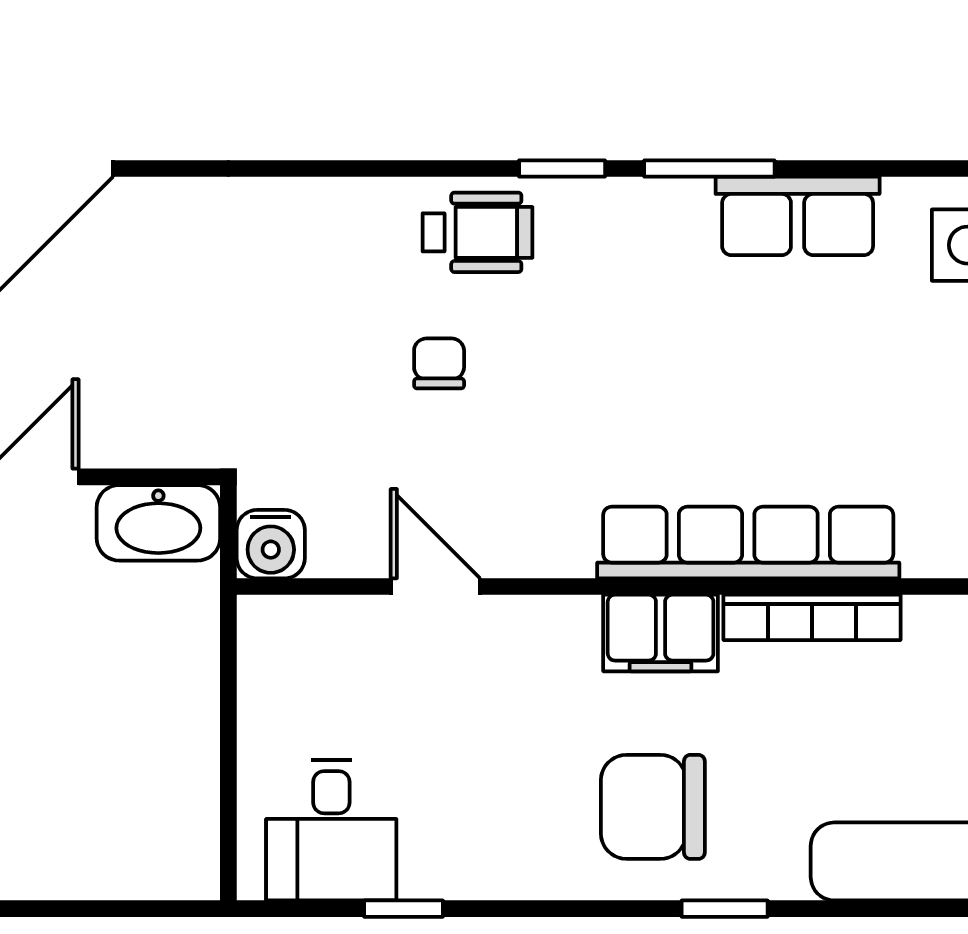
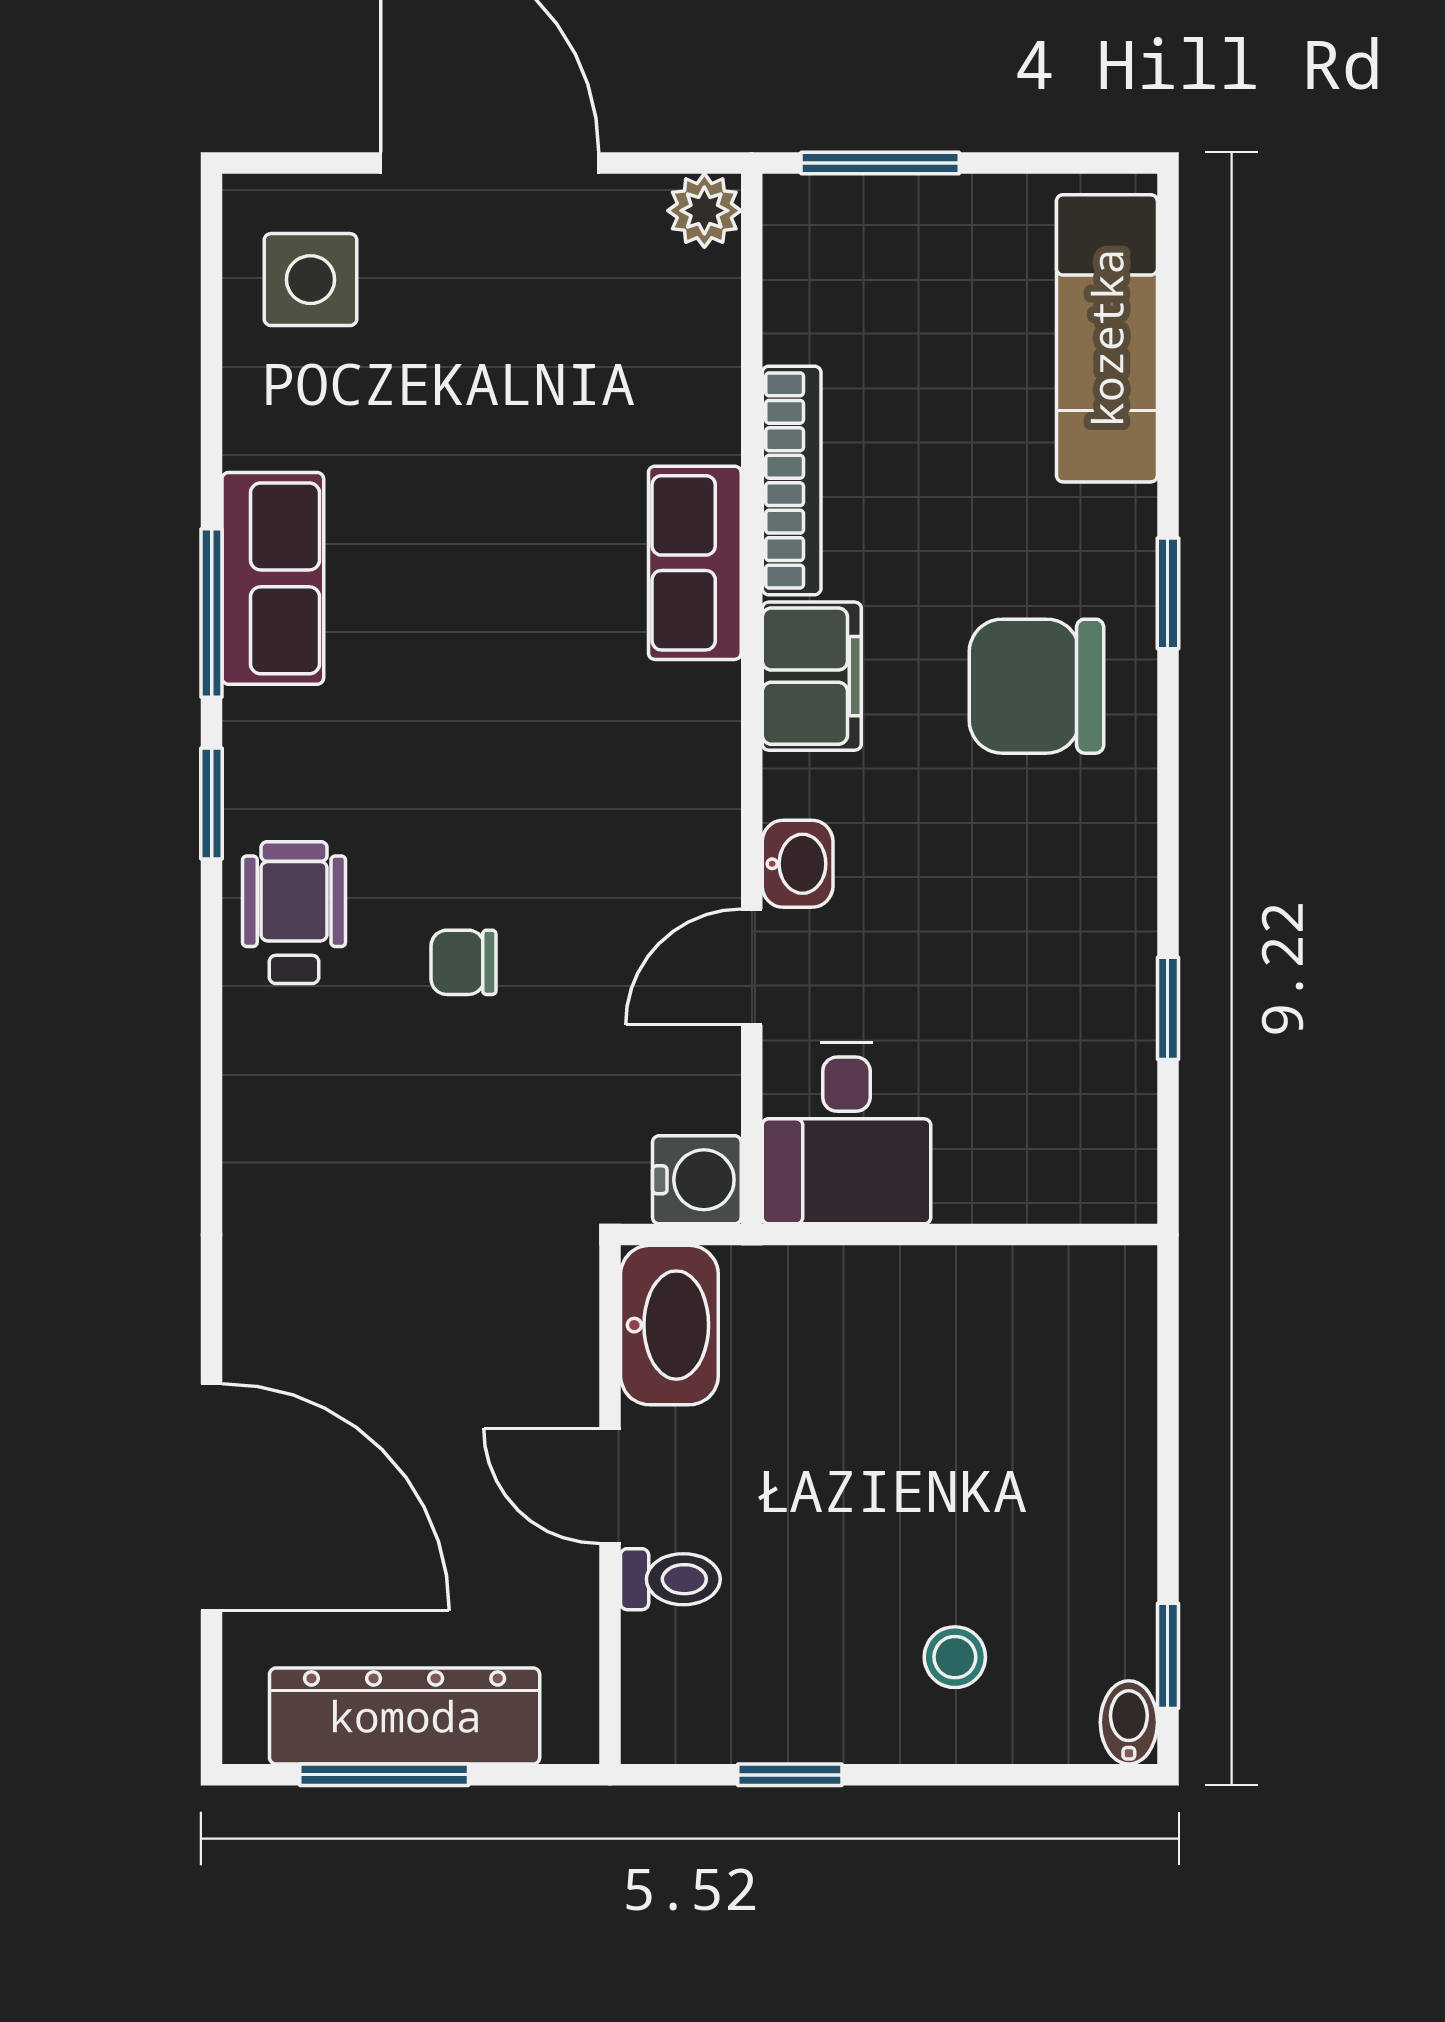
row of seats: (798, 216) -> (273, 578), moved
row of seats: (748, 542) -> (695, 563), width x0.50
washbasin: (515, 622) -> (798, 864), added
chair: (653, 807) -> (1036, 686), turned 90
desk: (331, 830) -> (846, 1133), moved, turned 90

